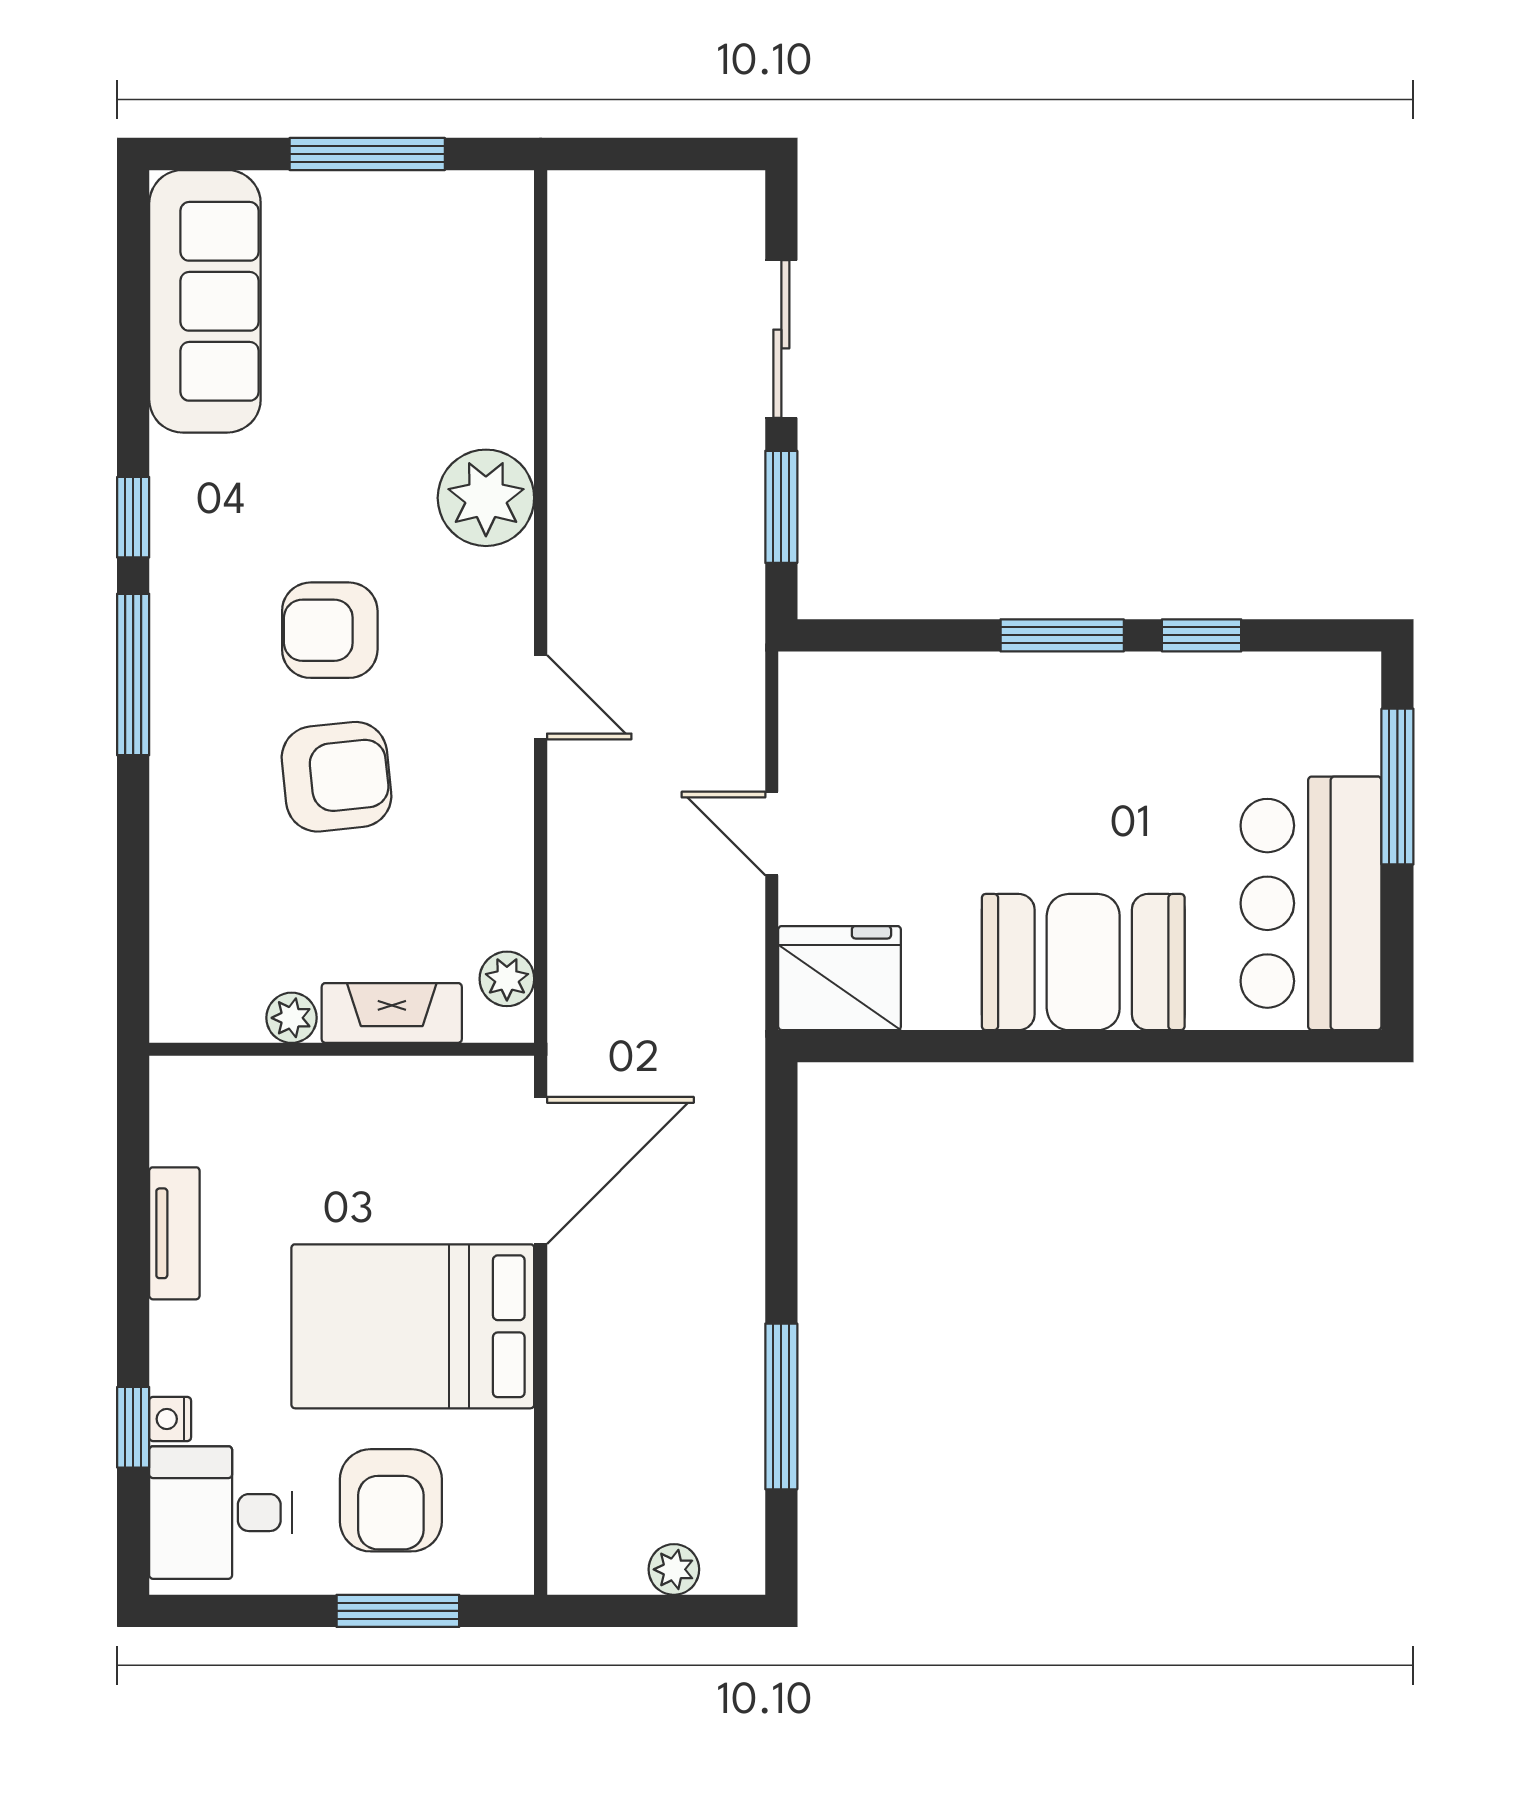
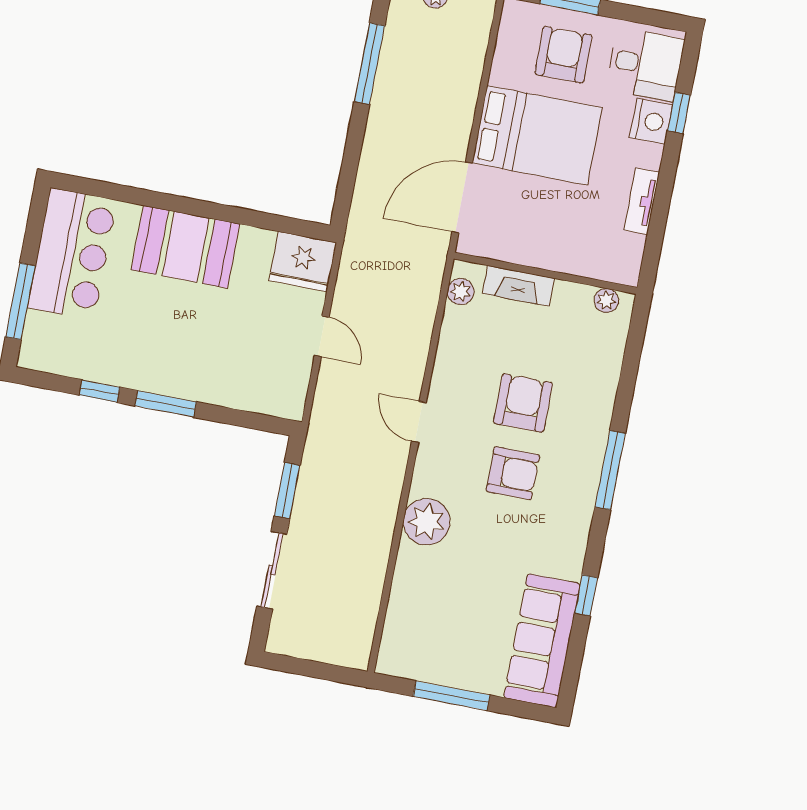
window: (133, 517) -> (586, 595), moved
armchair: (337, 777) -> (523, 403), turned 96
plant: (292, 1018) -> (606, 300), moved
nightstand: (170, 1419) -> (651, 121), width x1.89, depth x1.79

